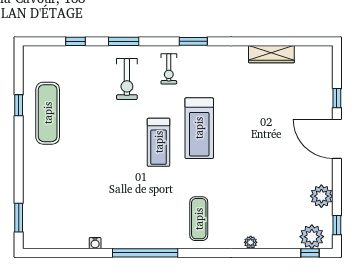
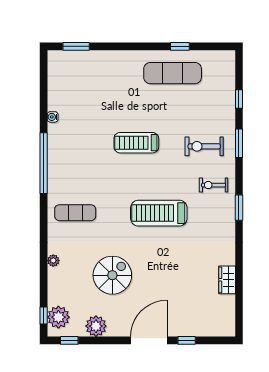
wardrobe: (271, 54) -> (227, 280), width x0.67
treadmill: (159, 142) -> (136, 143), moved
spiral stairs: (266, 178) -> (112, 275), added

